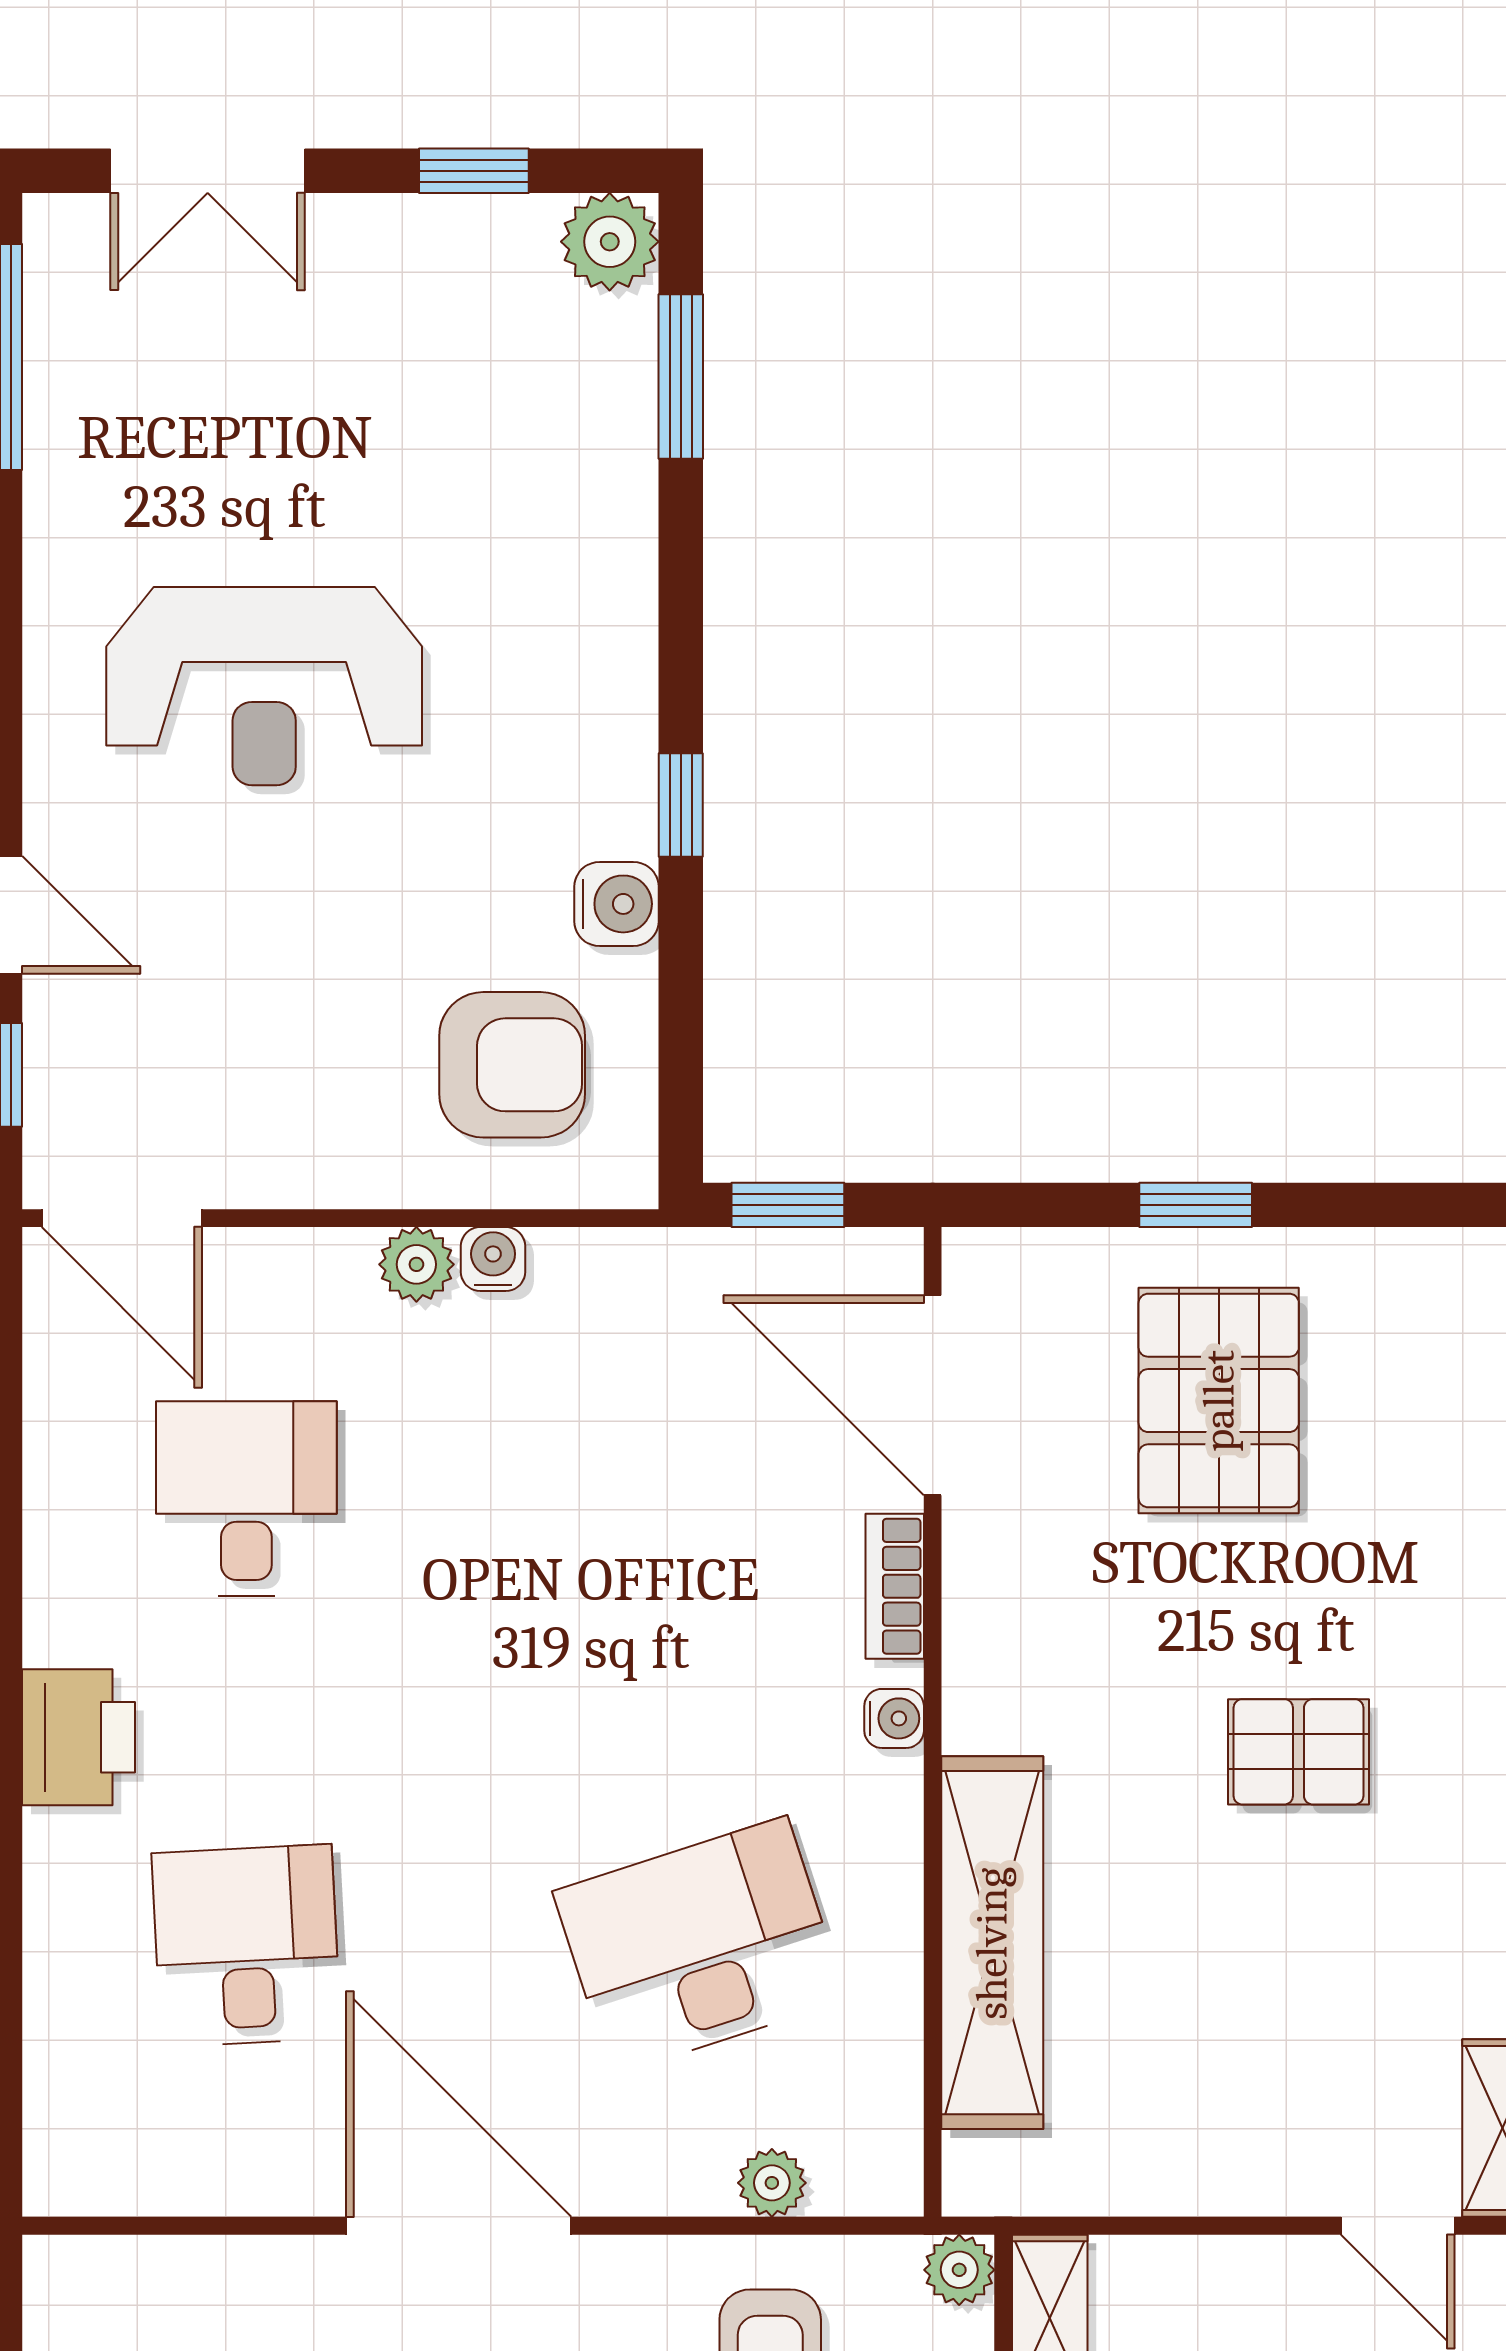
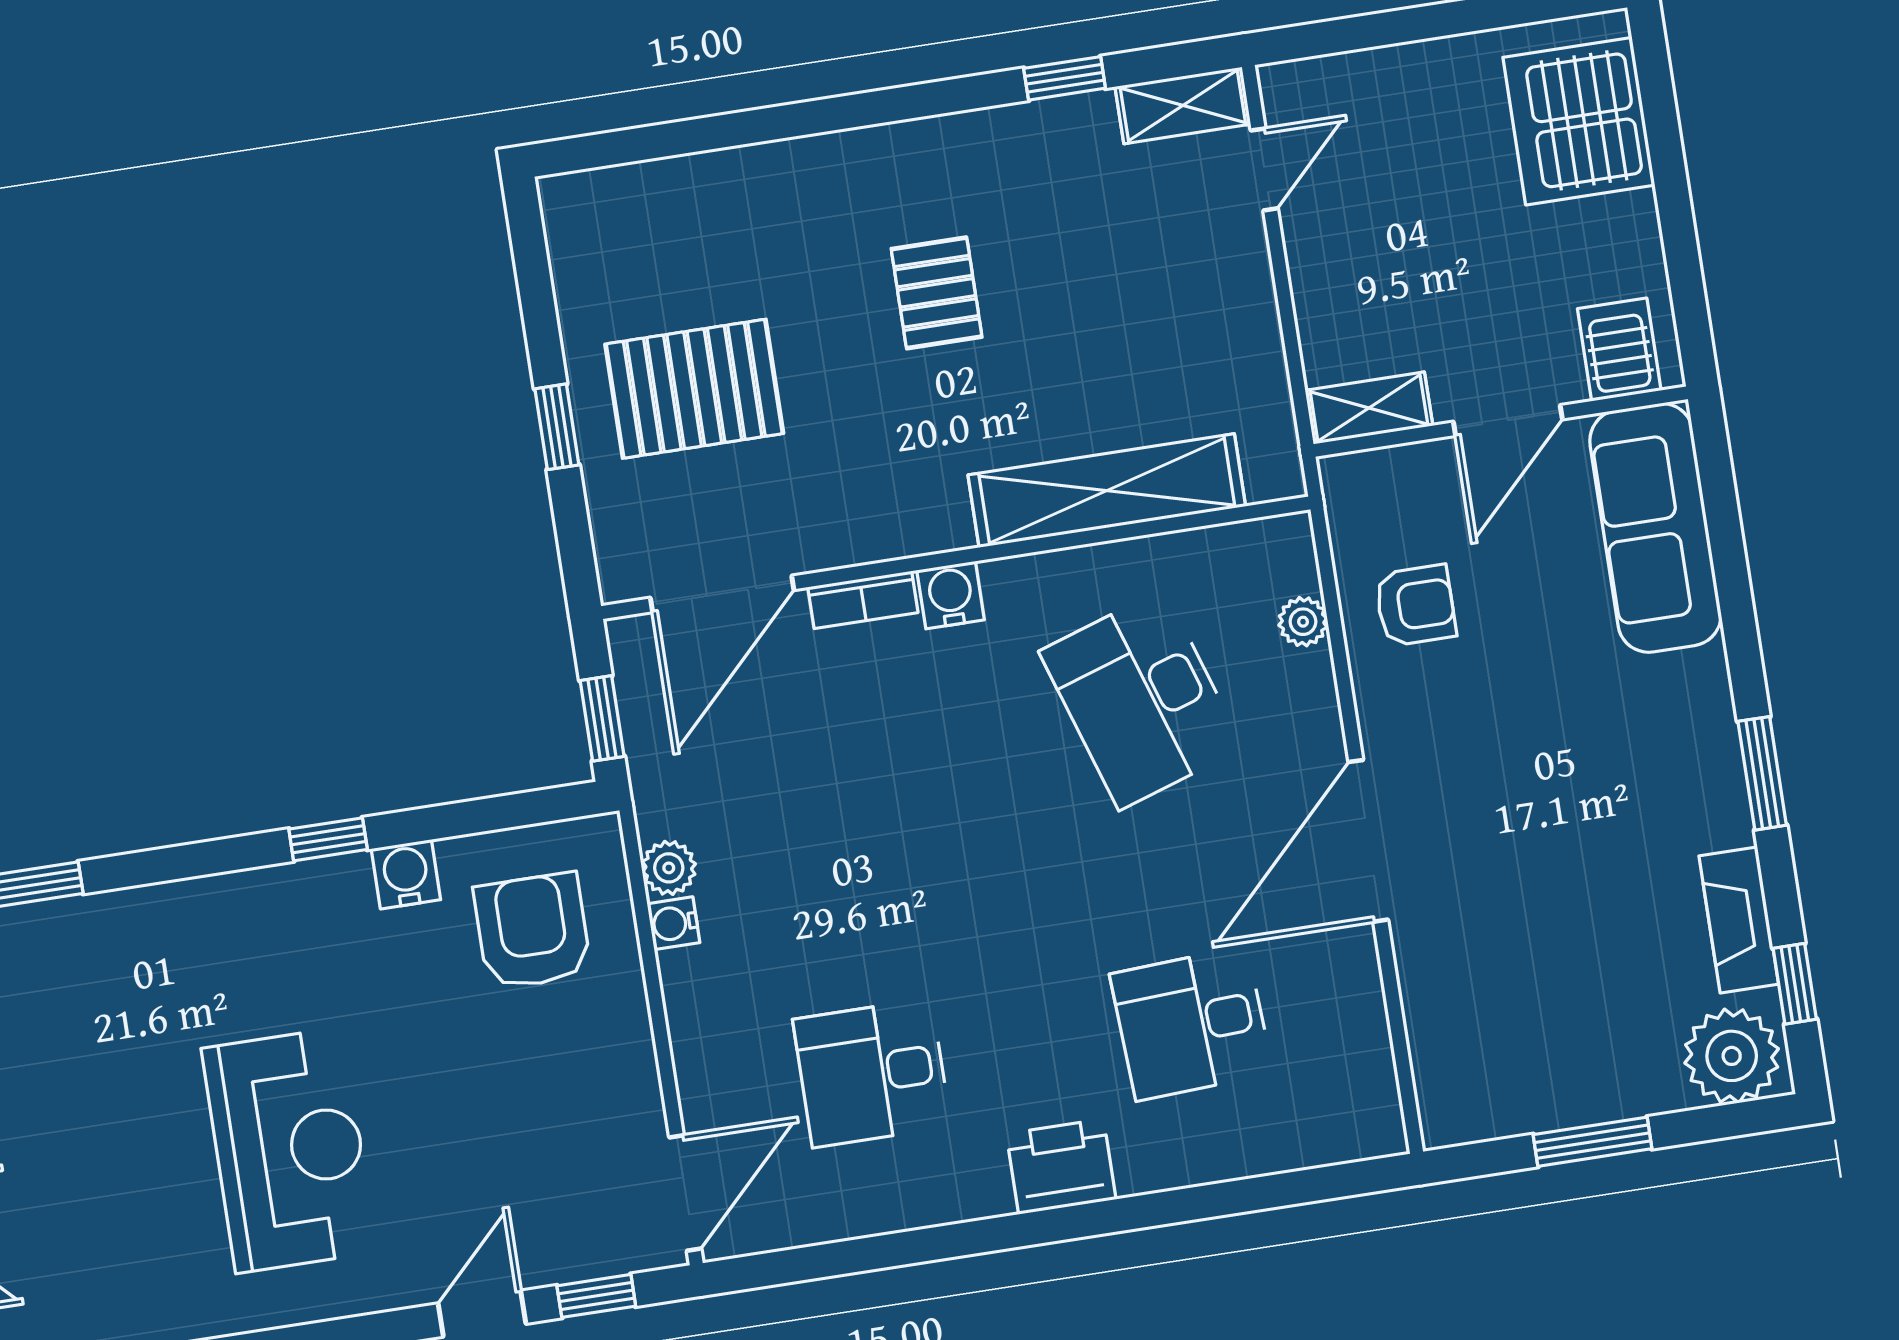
plant: (416, 1264) -> (669, 868), moved
water cooler: (894, 1718) -> (951, 595), width x1.38, depth x1.38
plant: (959, 2270) -> (1344, 478), removed

